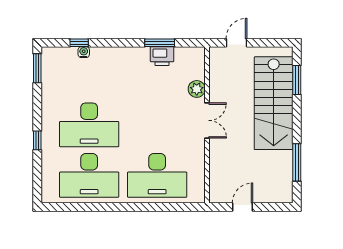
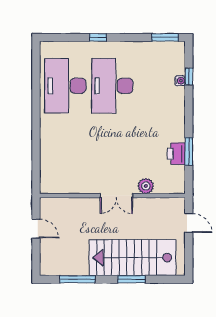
window: (297, 80) -> (132, 279), moved
desk: (157, 175) -> (65, 149), removed

